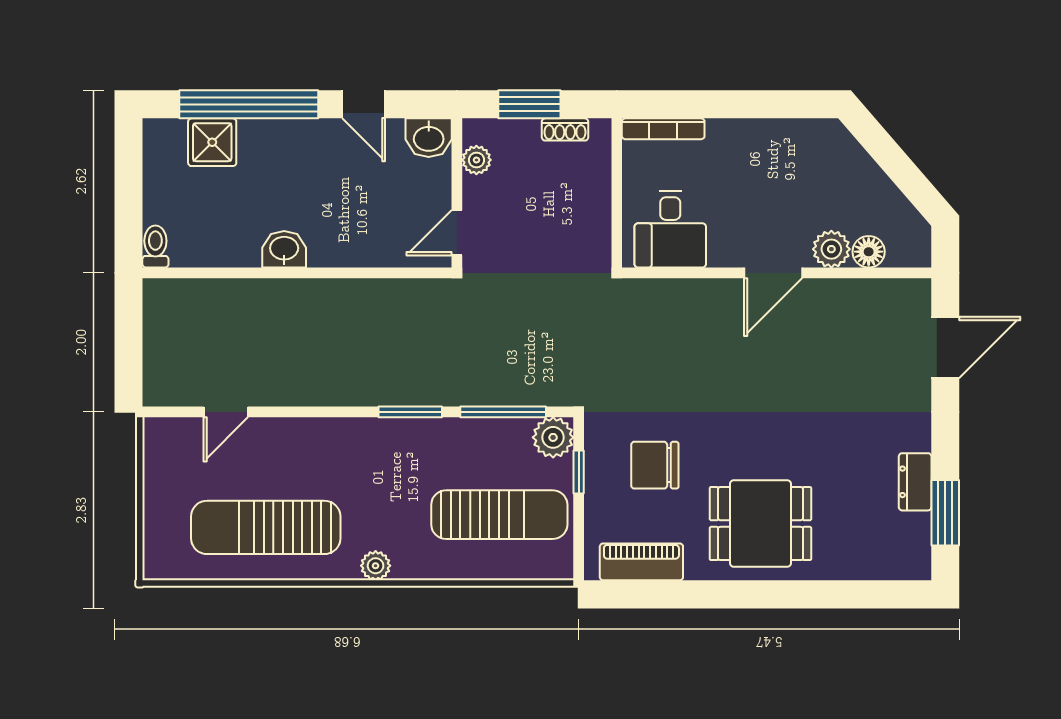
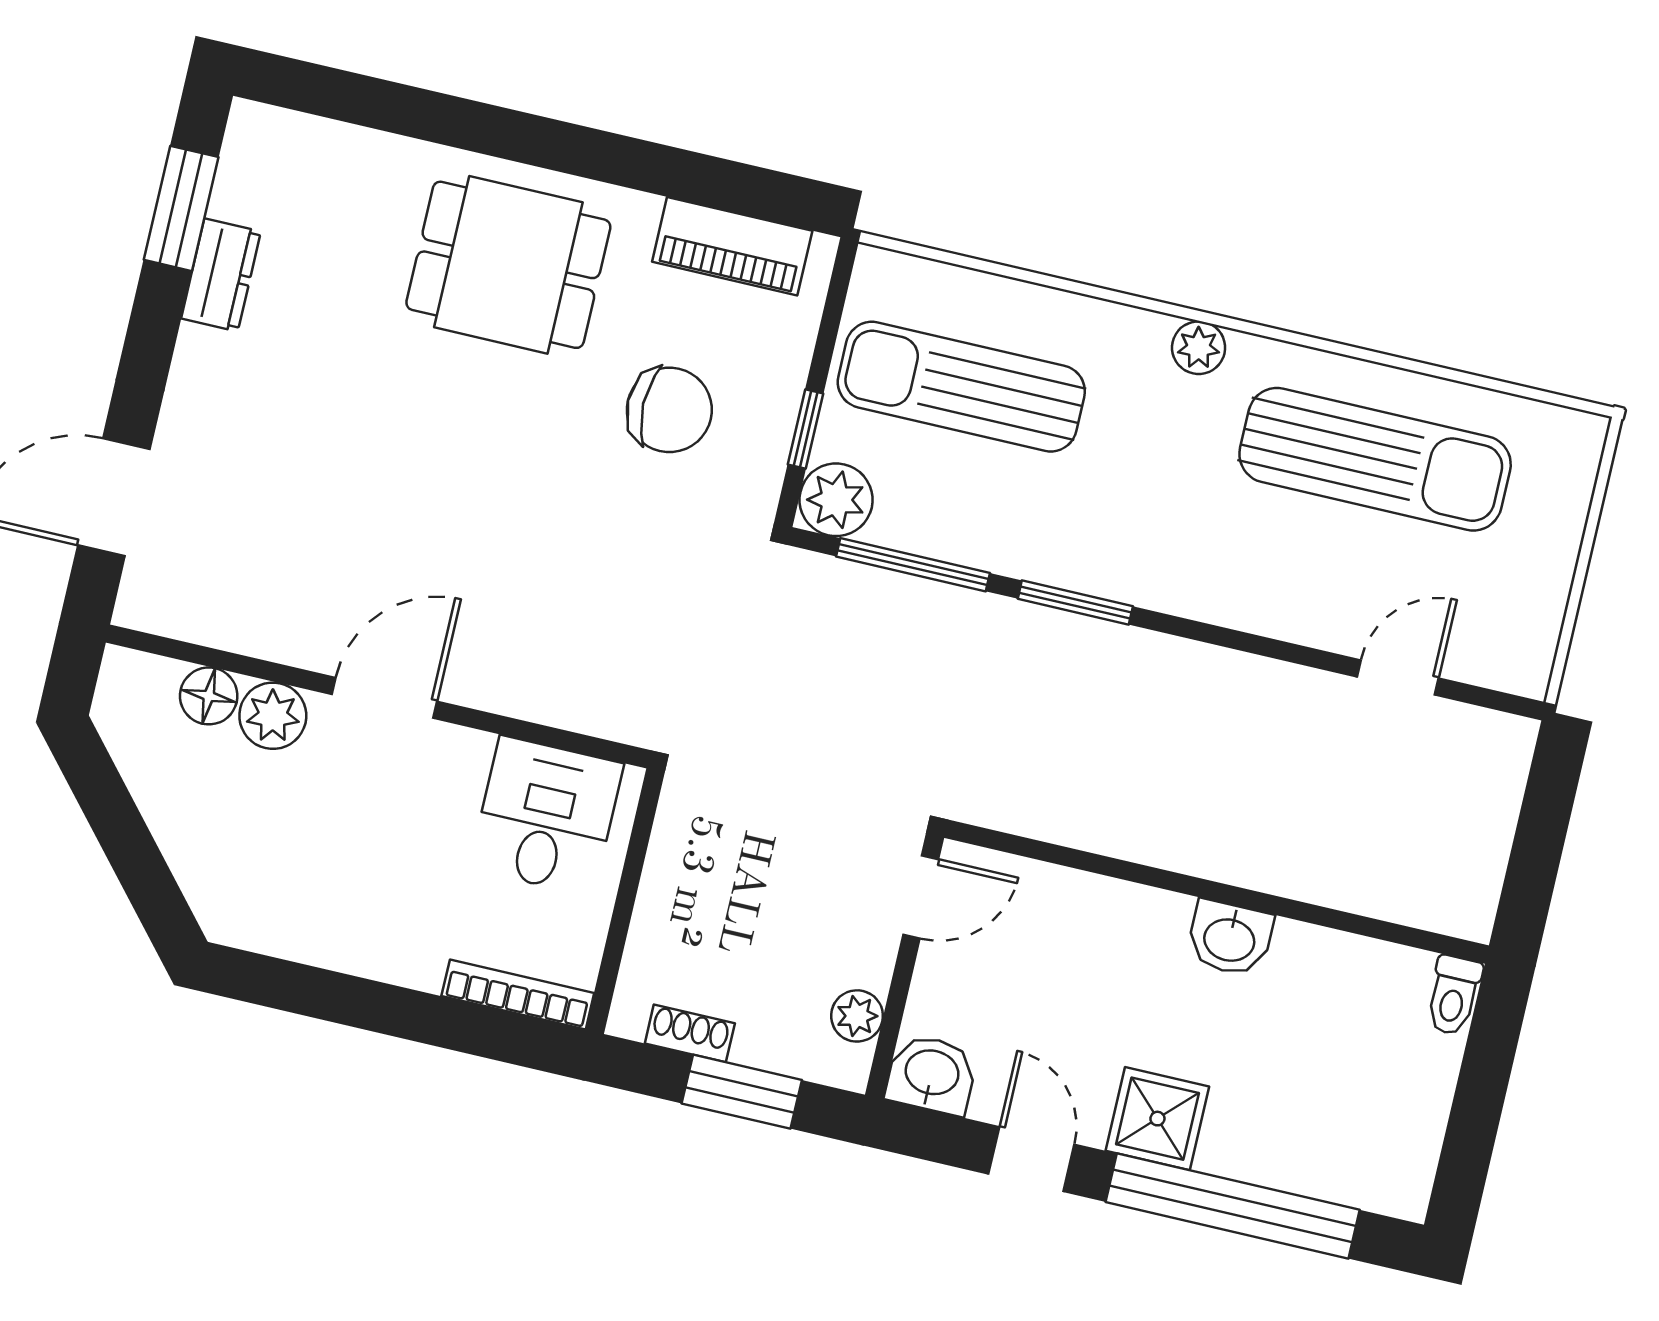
shower: (212, 142) -> (1157, 1119), moved

